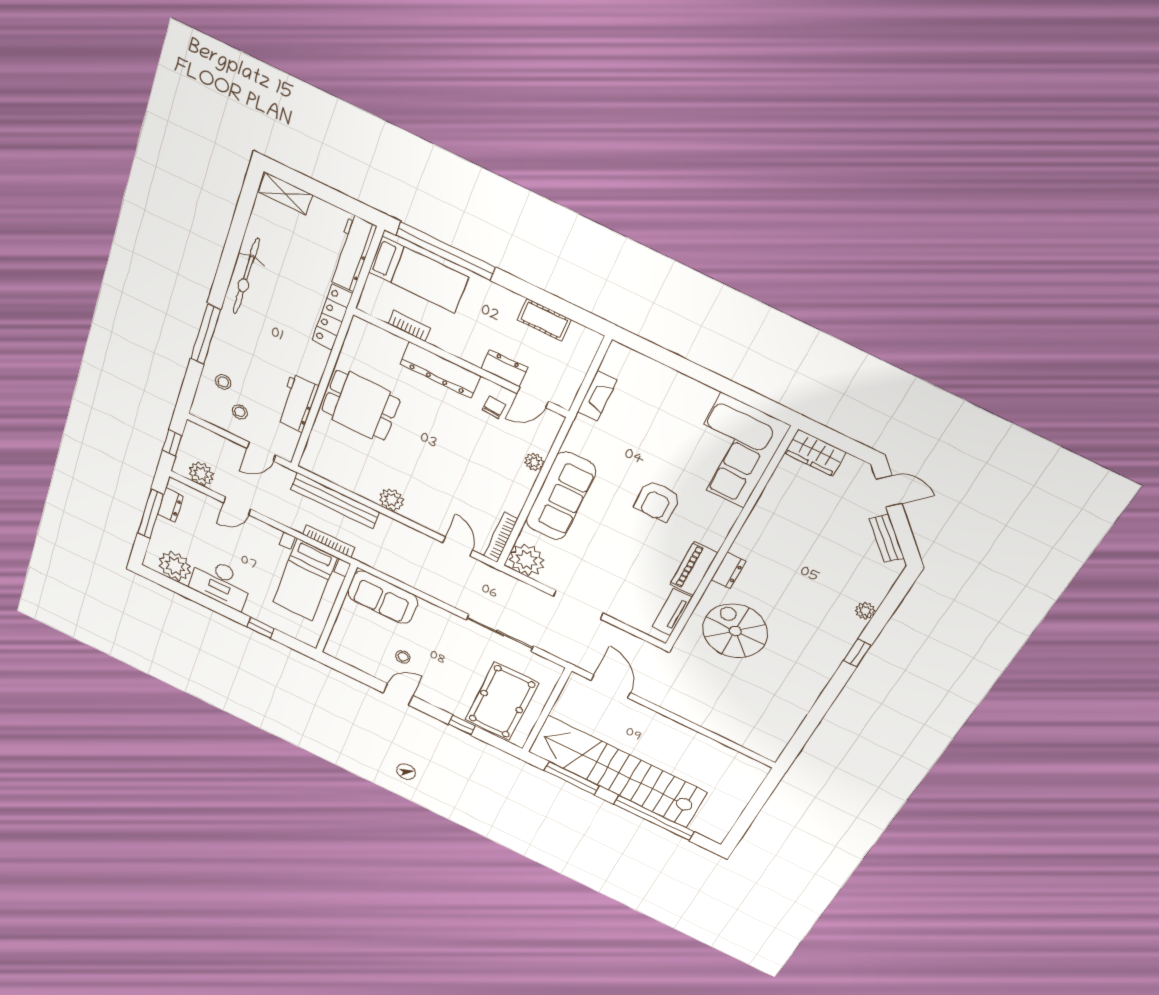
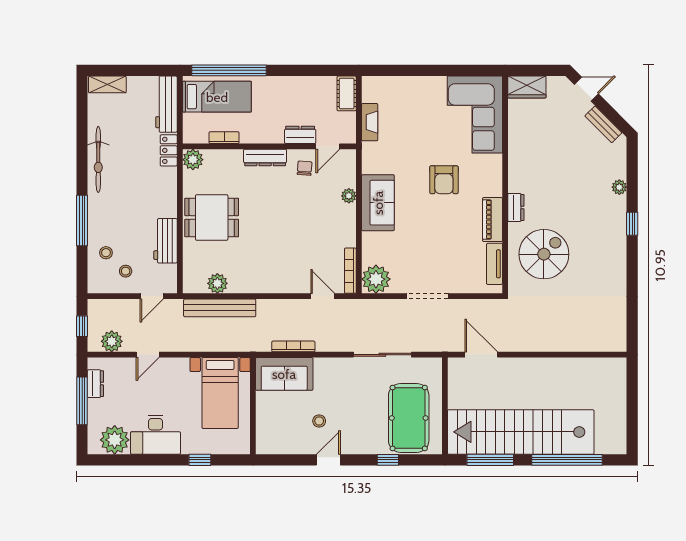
locker: (332, 317) -> (169, 150), width x0.66
cot: (544, 320) -> (347, 93), moved, turned 90
plant: (362, 332) -> (193, 160), added
dresser: (440, 370) -> (265, 157), width x0.73, depth x0.80
sofa: (561, 496) -> (378, 203), width x0.73
plant: (391, 500) -> (217, 283), moved
bookcase: (328, 541) -> (293, 346), moved
spiral stairs: (735, 631) -> (544, 254), turned 90

